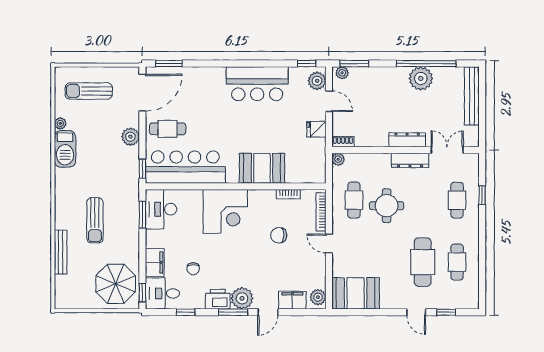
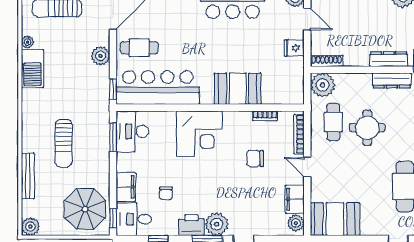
shoe rack: (343, 142) -> (327, 61), width x1.43
plant: (338, 159) -> (322, 85), width x1.88, depth x1.88
filing cabinet: (292, 300) -> (295, 199), moved, turned -90
plant: (63, 301) -> (30, 227), added

